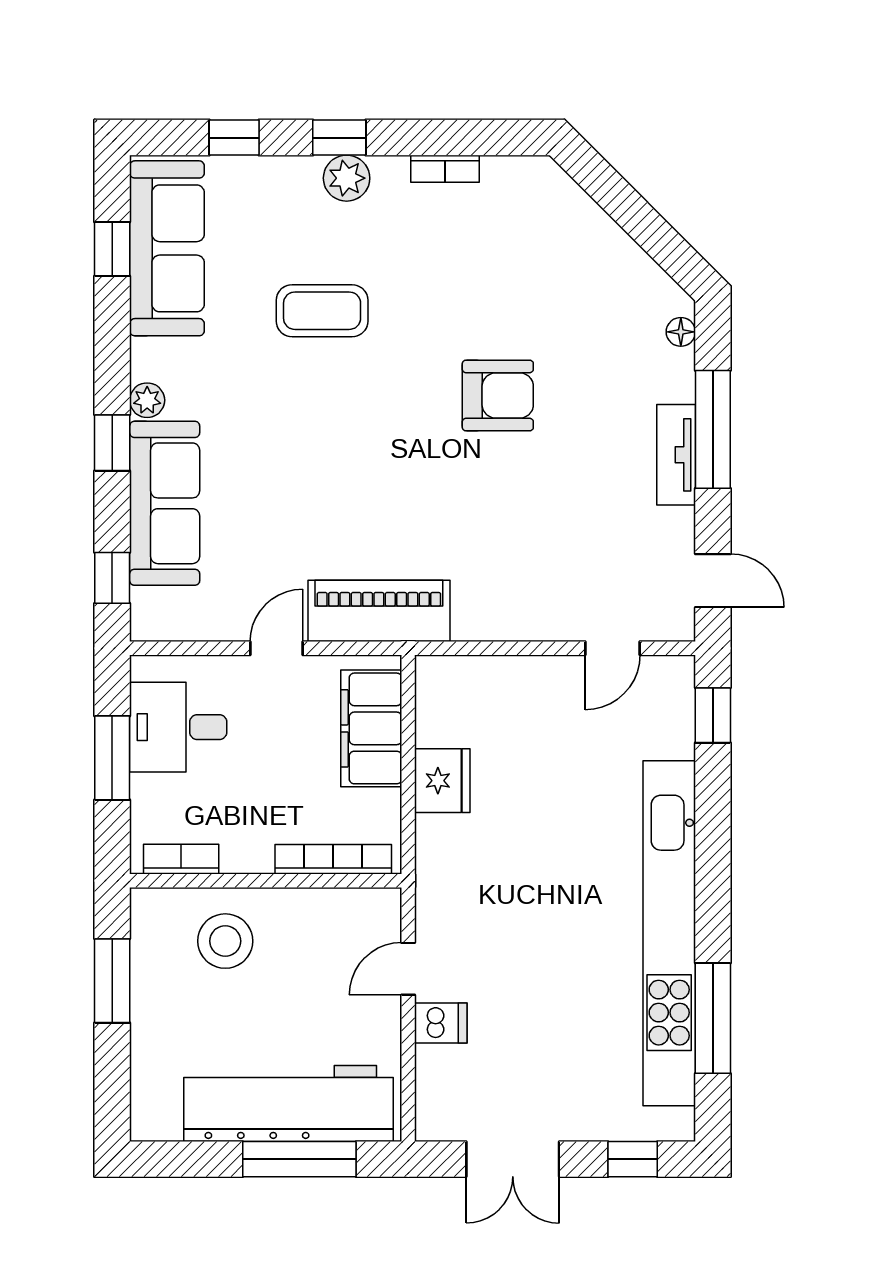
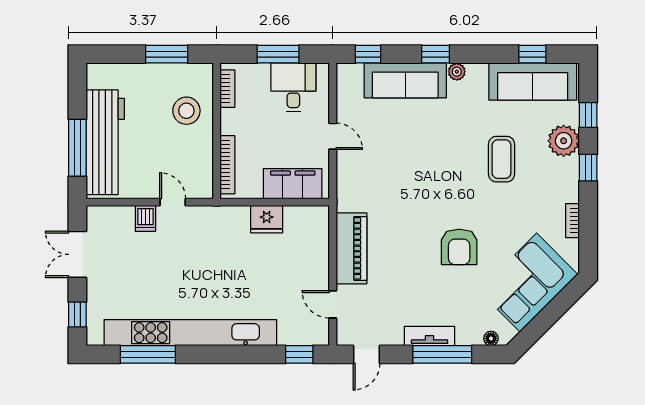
plant: (347, 178) -> (564, 141), moved, width x1.36, depth x1.36
corner sofa: (569, 257) -> (528, 283), added
piano: (379, 611) -> (351, 248), moved

